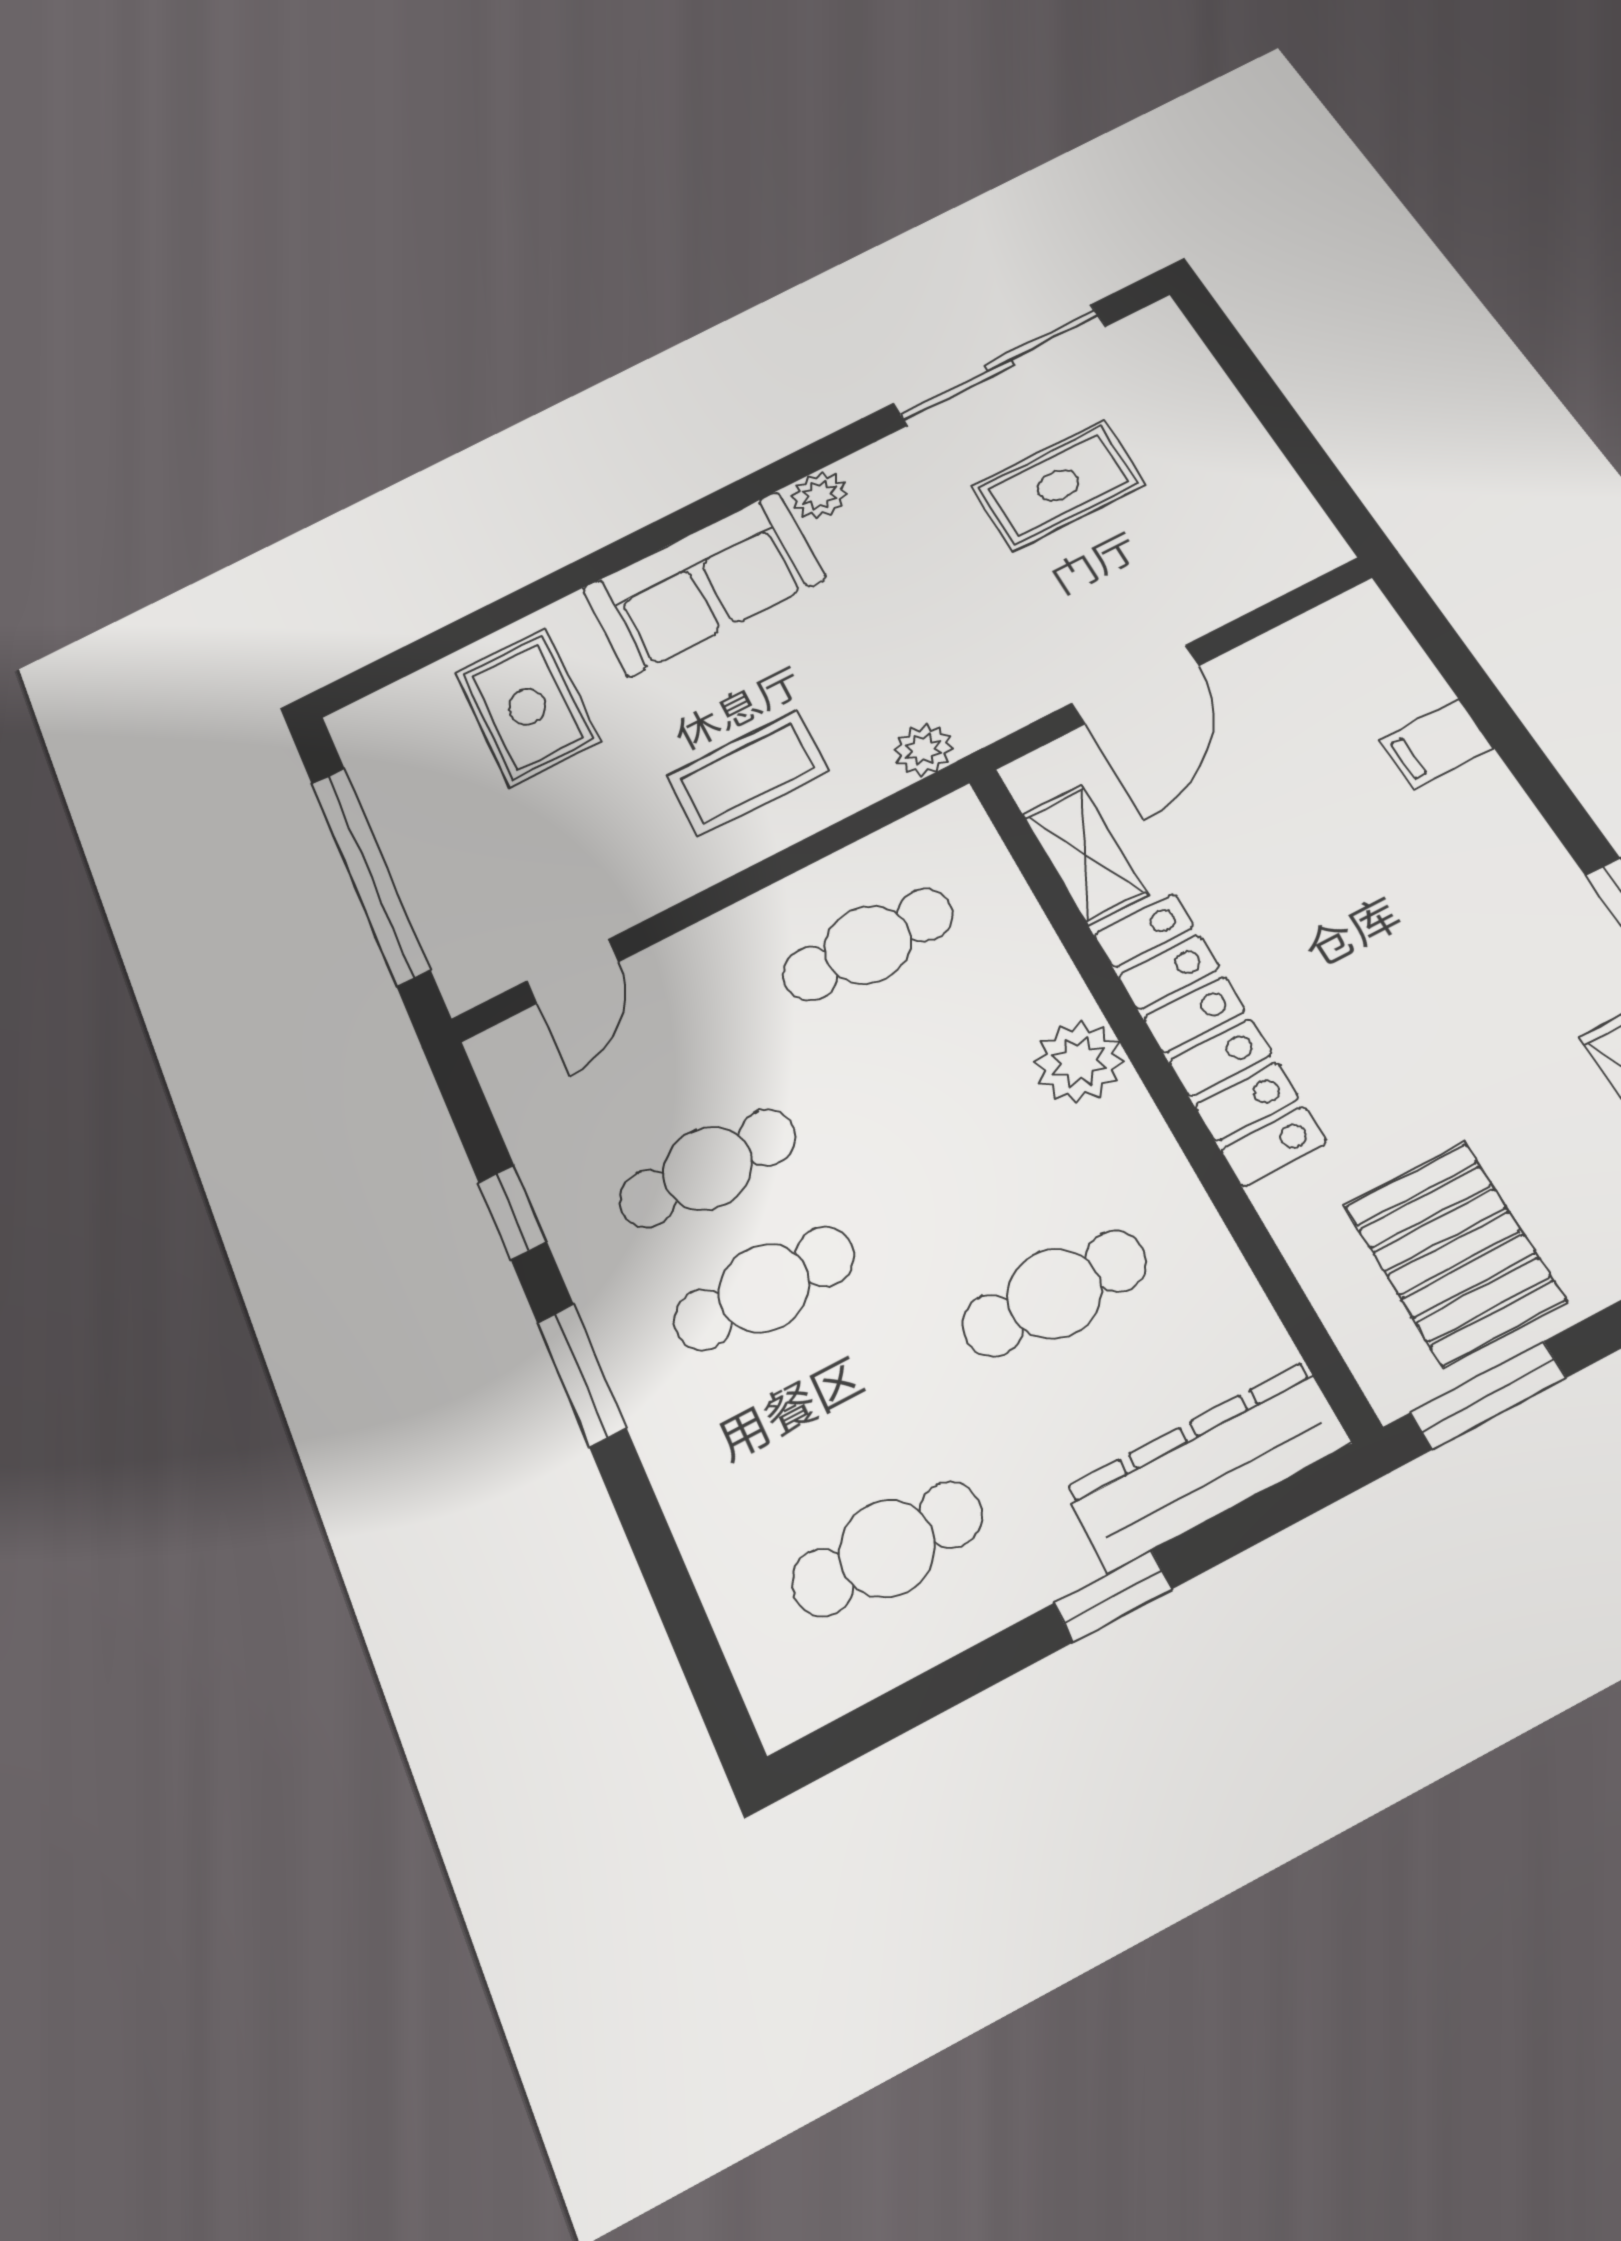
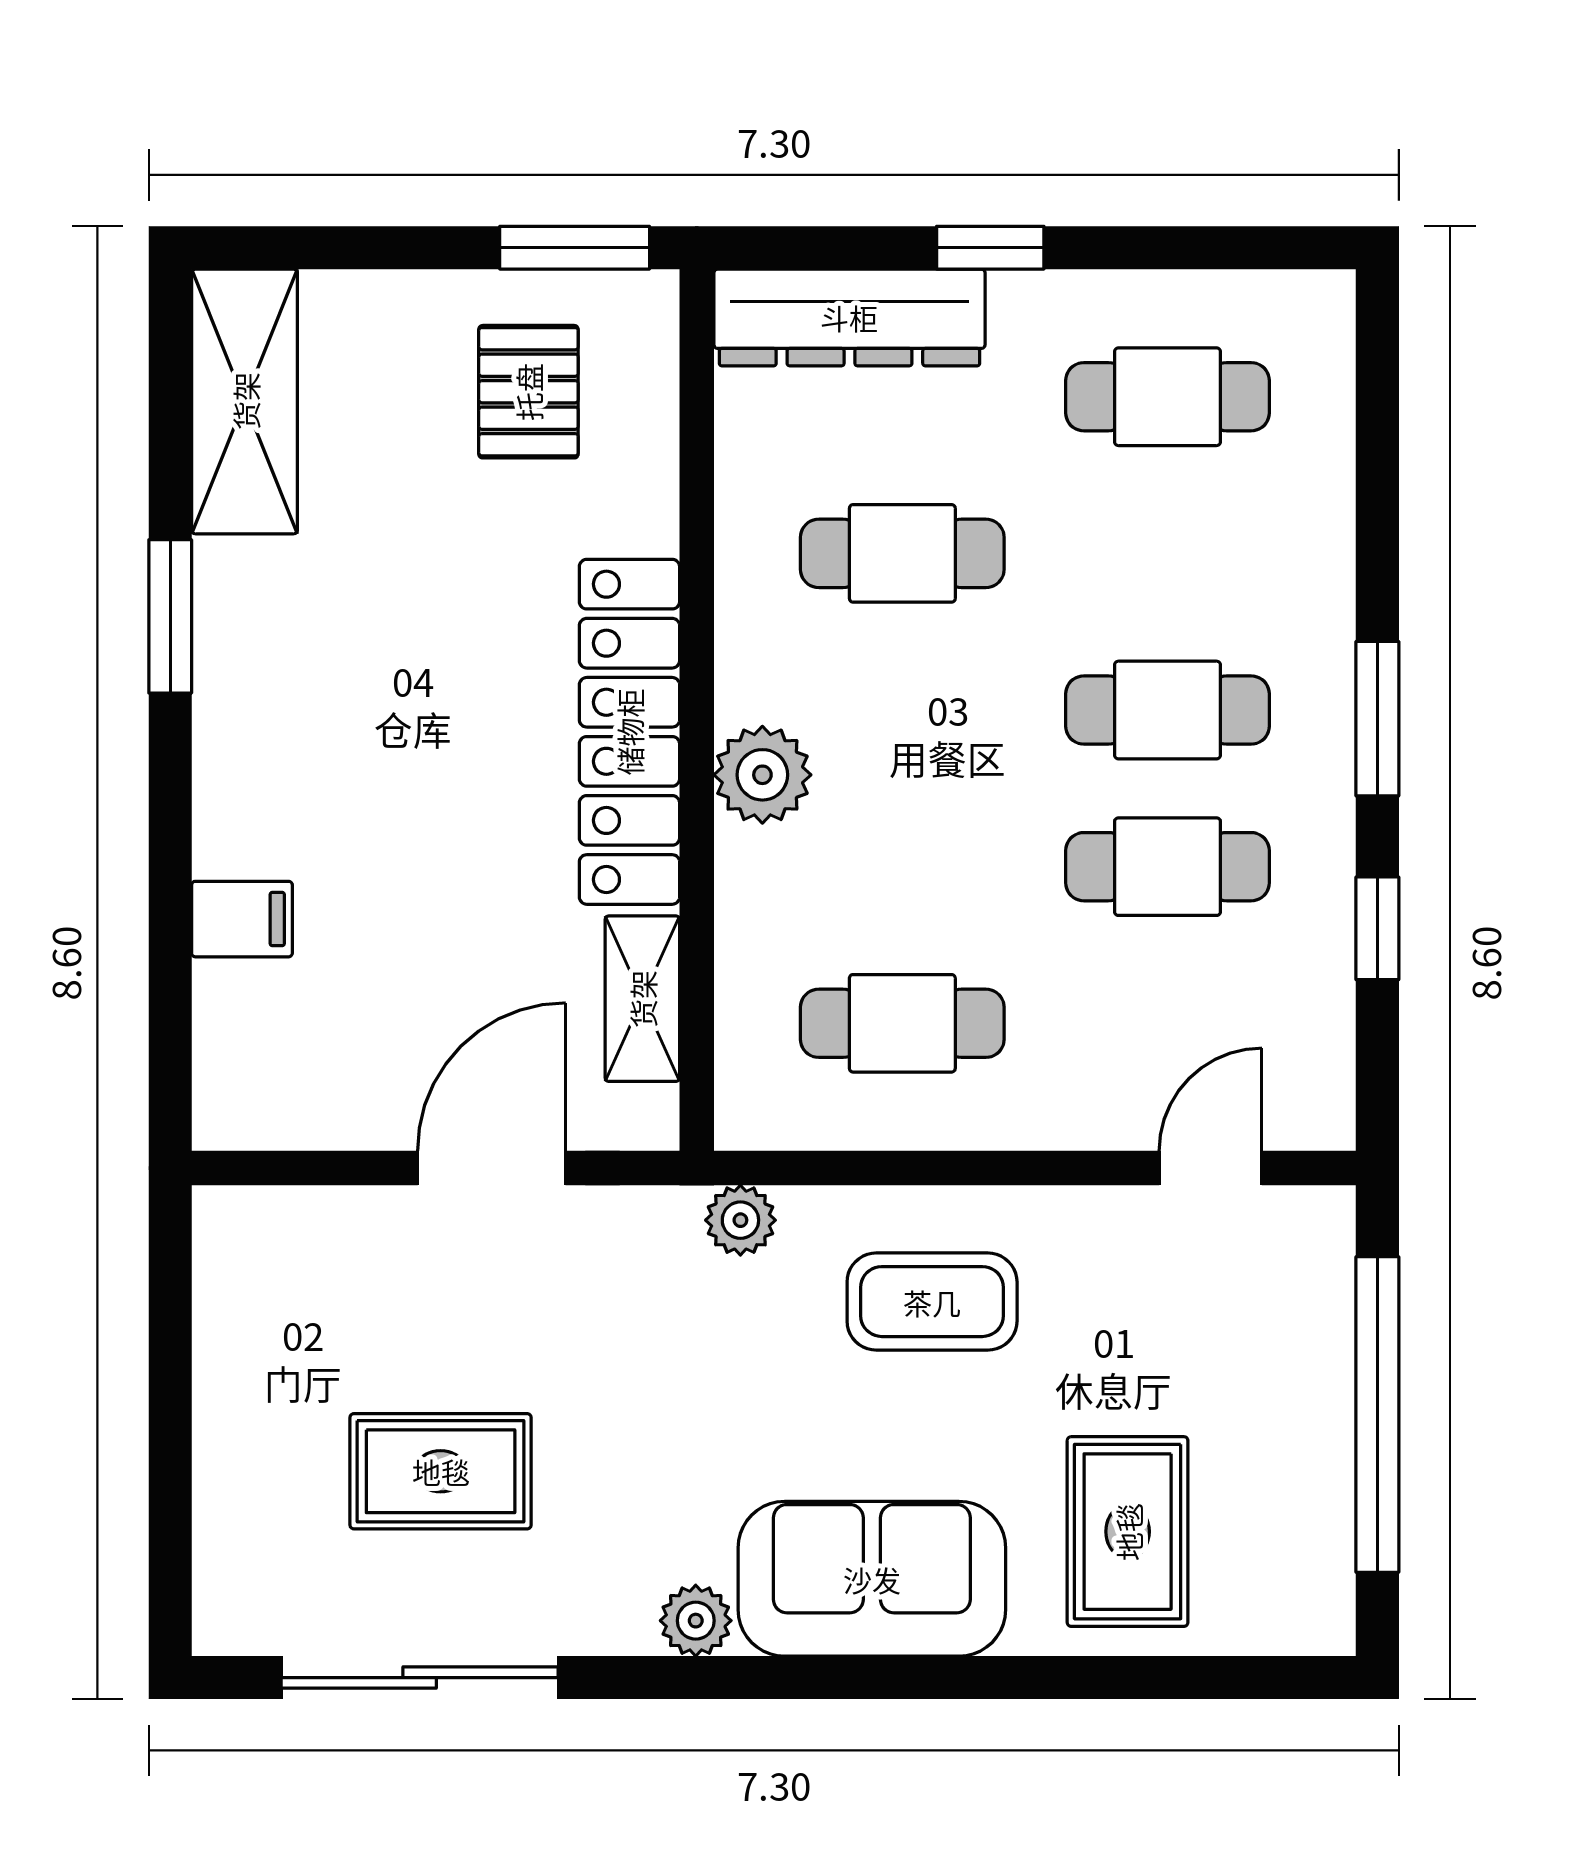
pallet: (1454, 1253) -> (528, 392), width x0.67, depth x0.71

